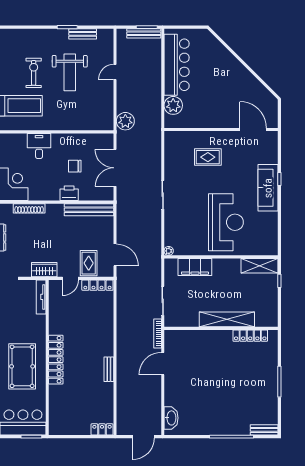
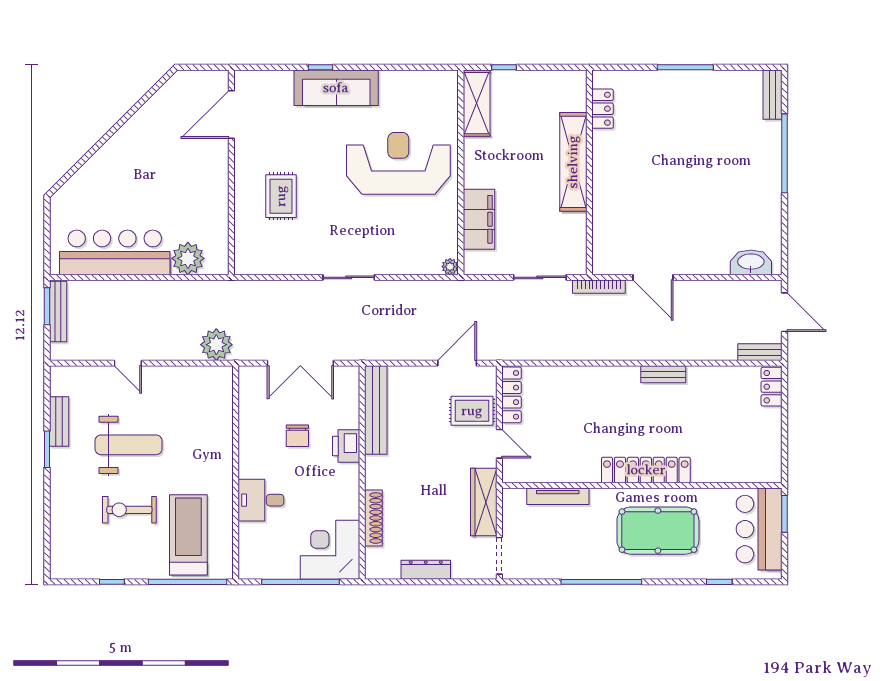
wardrobe: (44, 270) -> (484, 502), width x1.50
tv unit: (41, 297) -> (558, 496), moved
locker: (250, 336) -> (603, 109), width x0.66
bench: (121, 423) -> (760, 352), added

